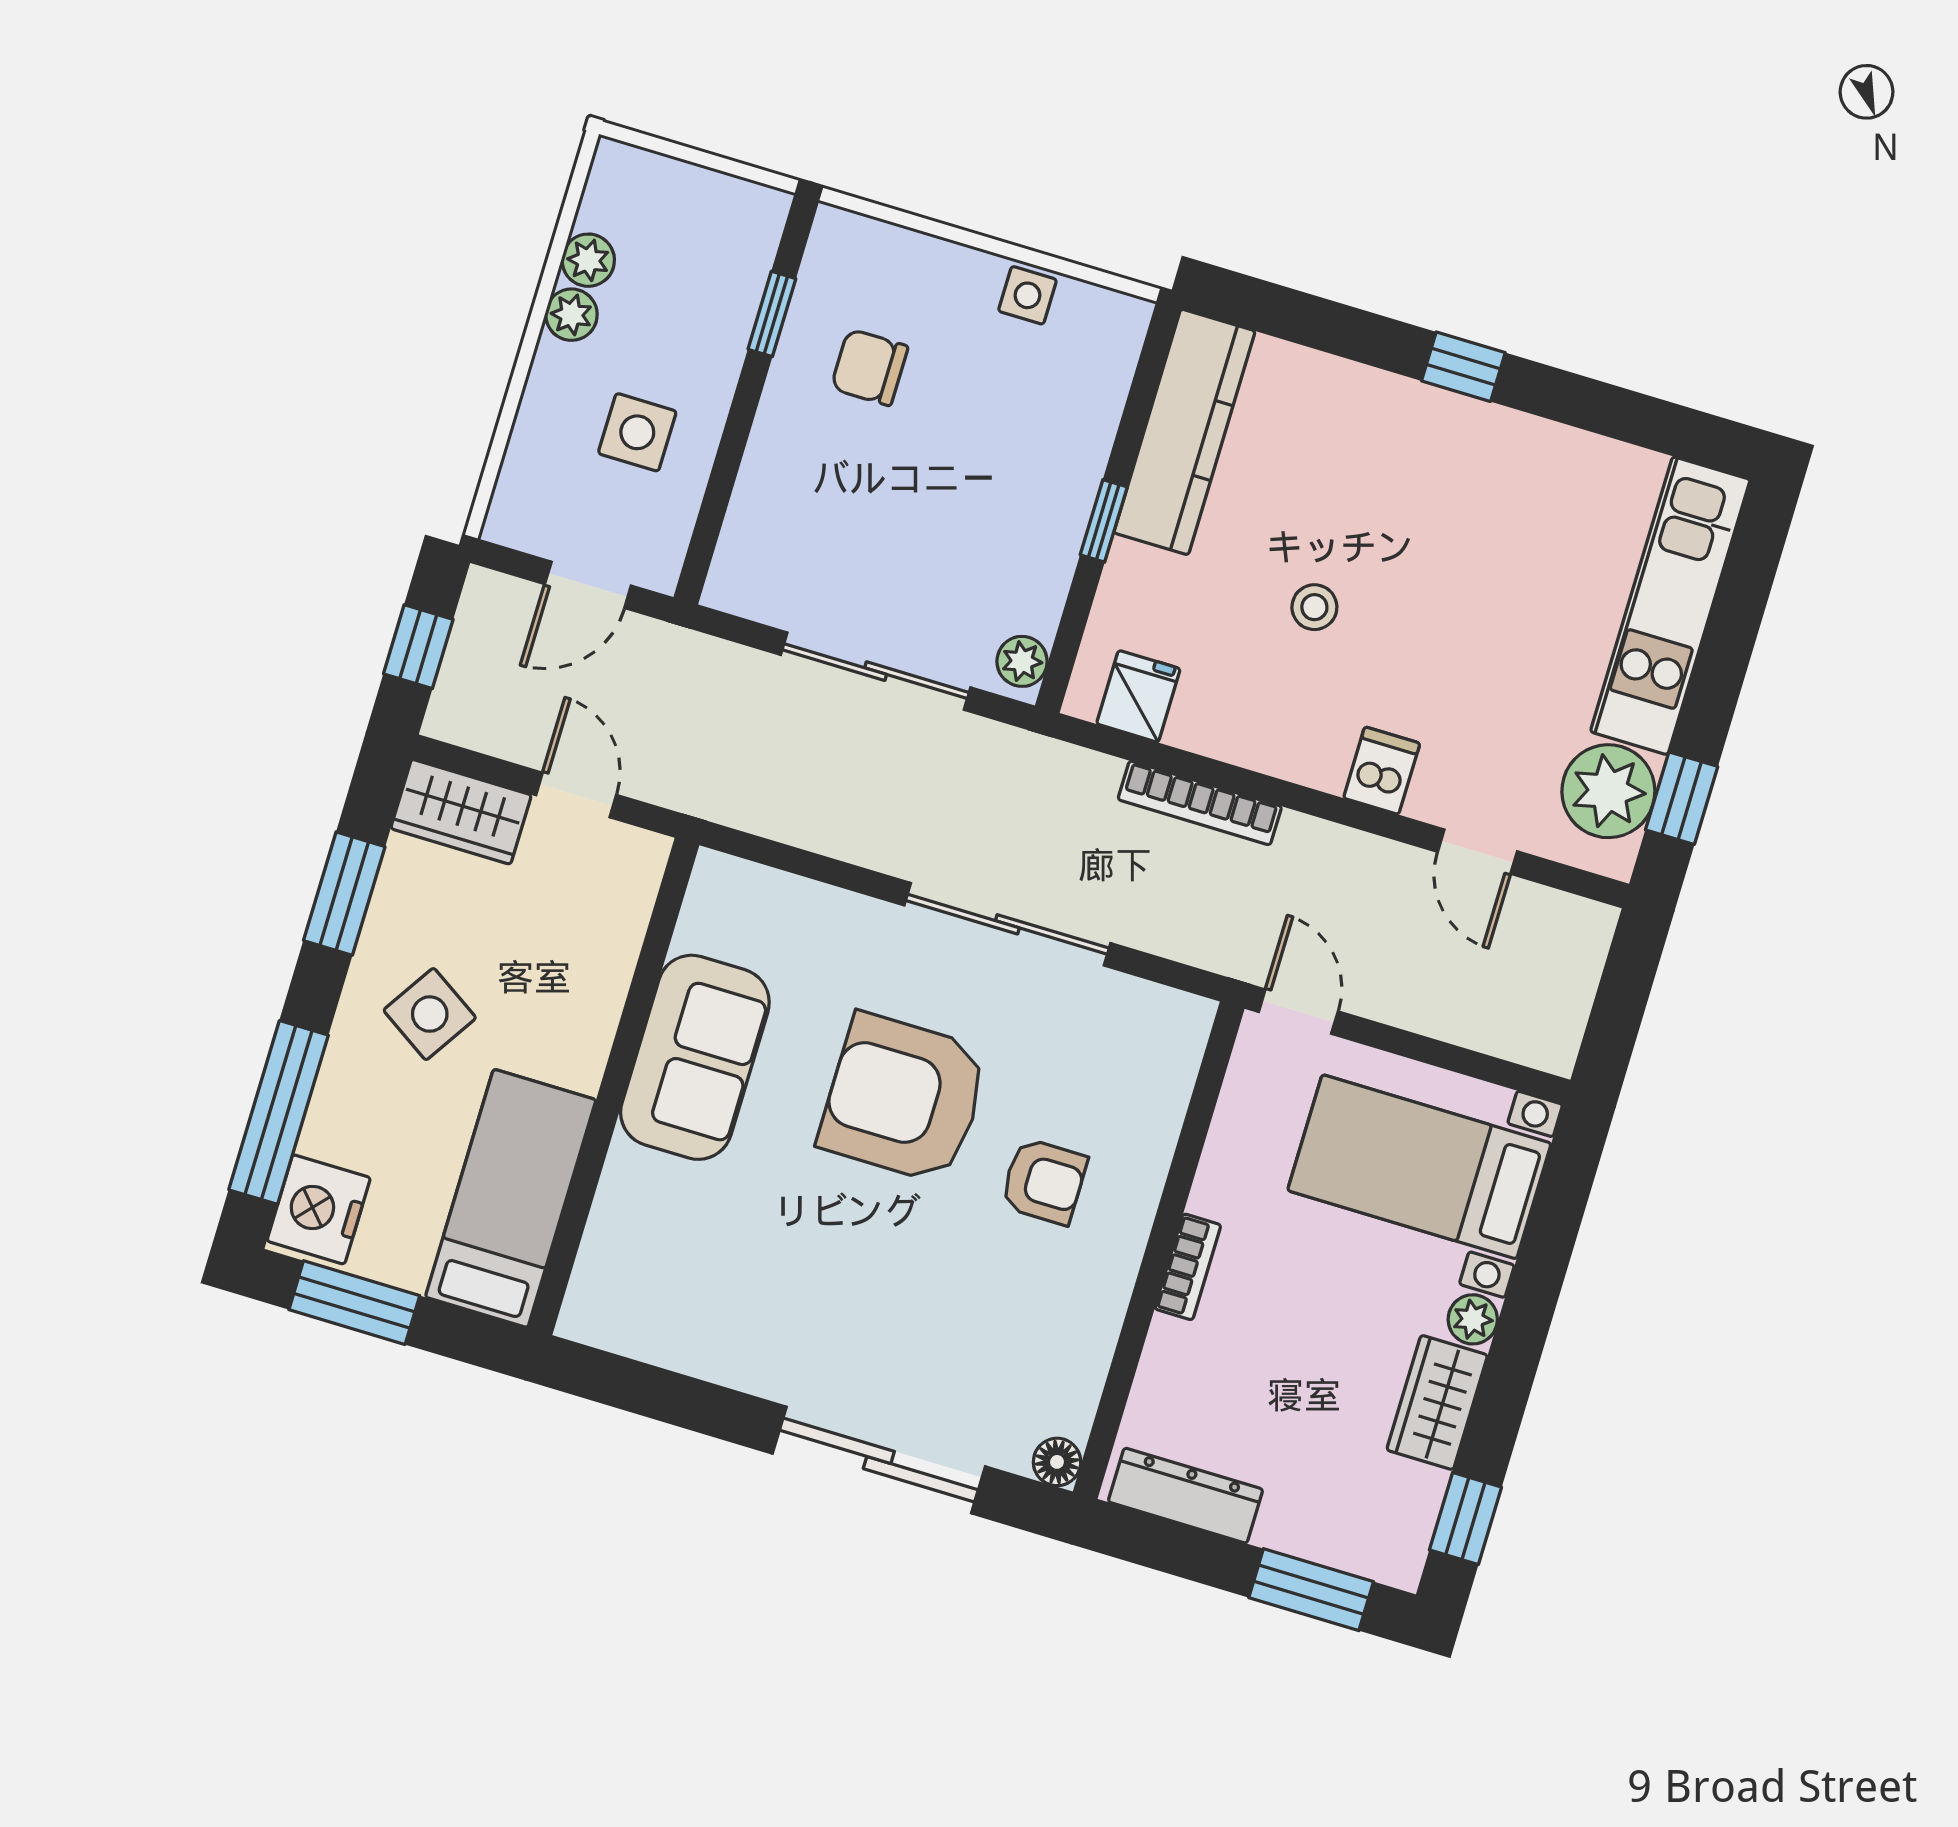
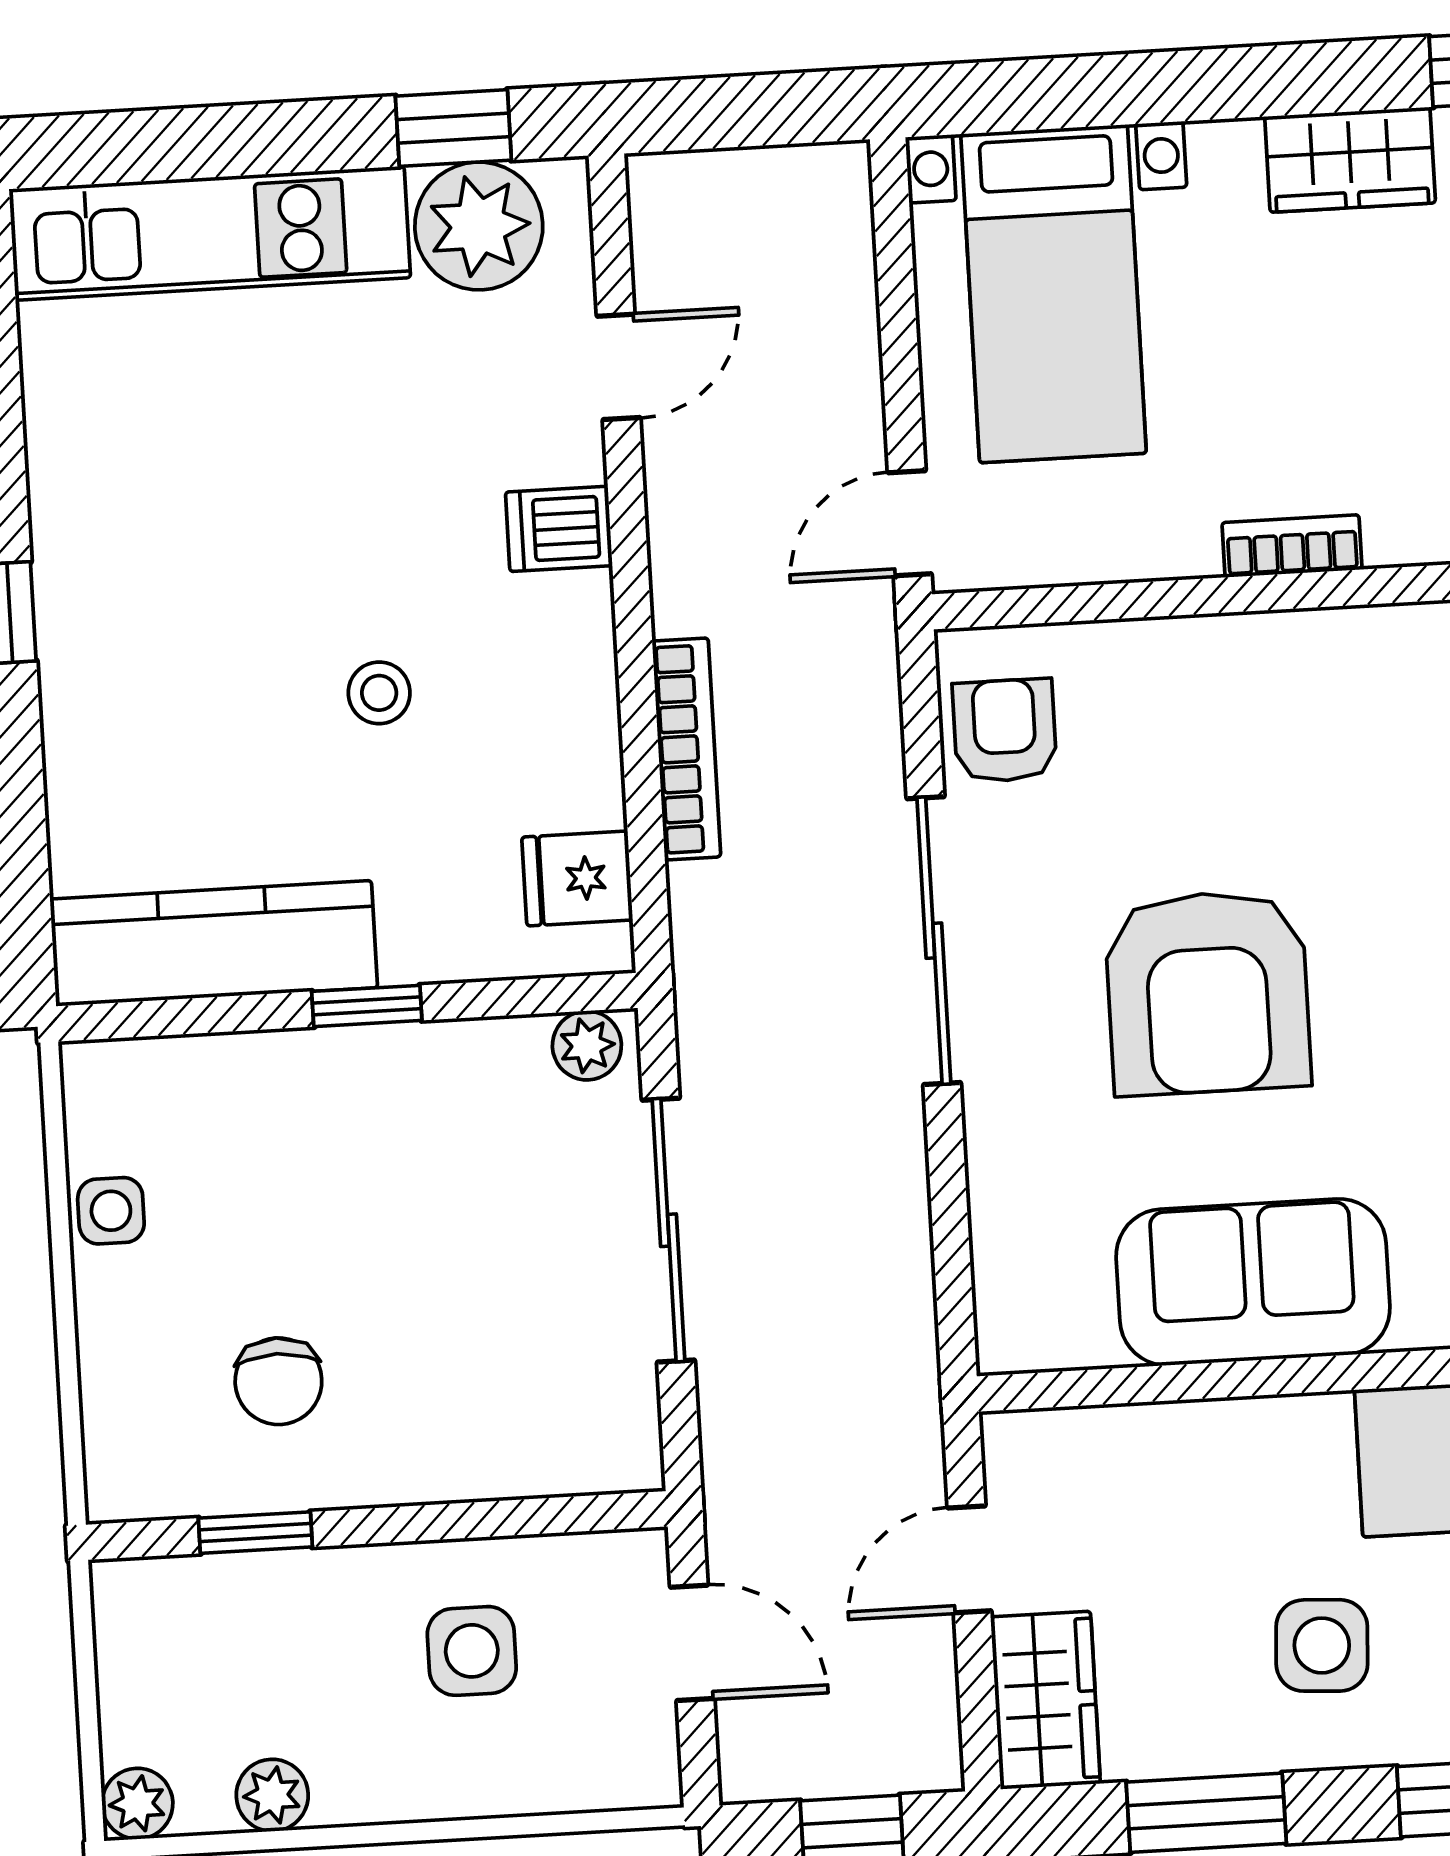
plant: (571, 315) -> (137, 1804), moved
side table: (430, 1014) -> (1322, 1645), turned -30
armchair: (1044, 1181) -> (1005, 731), moved
plant: (1473, 1319) -> (1226, 153), removed

